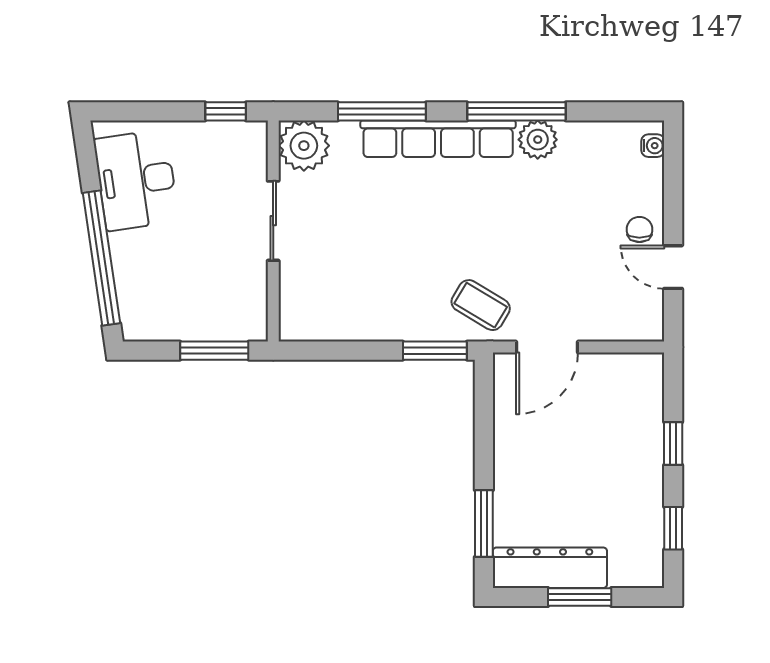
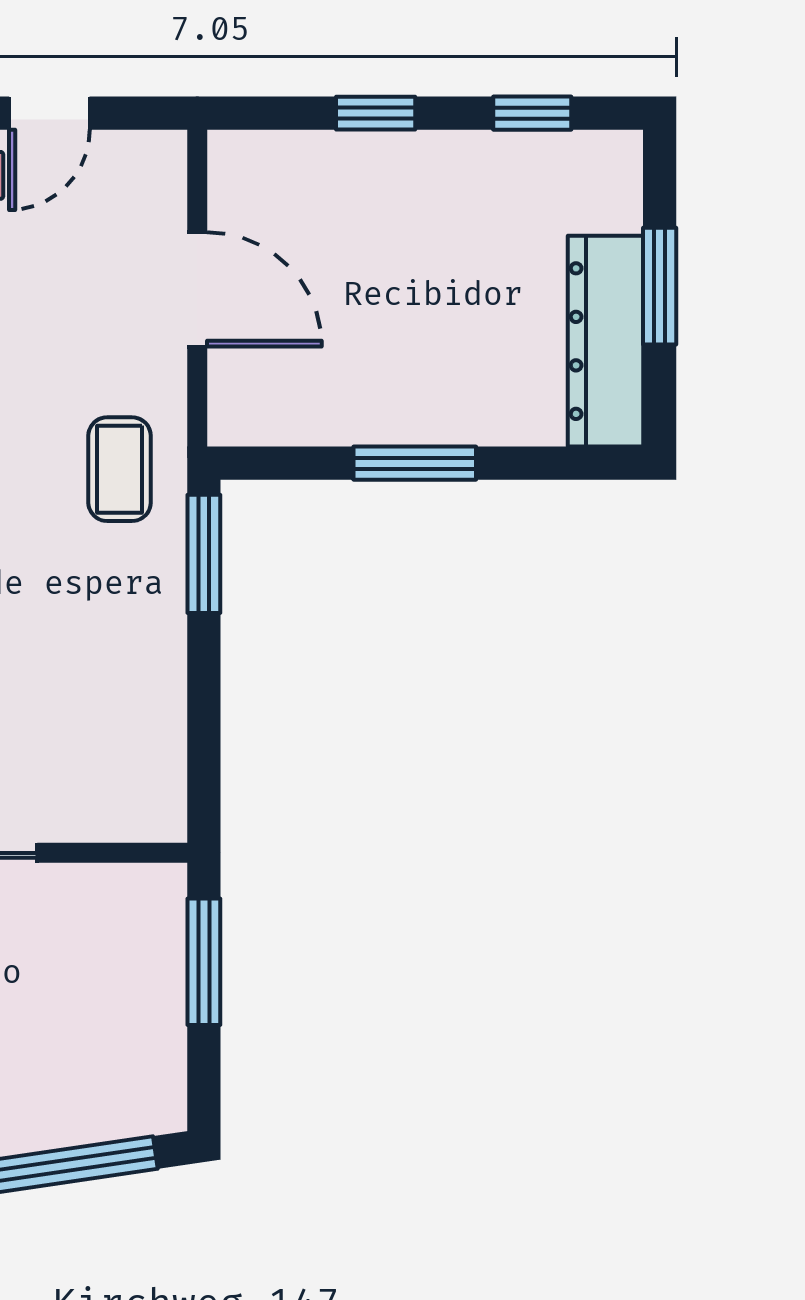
coffee table: (481, 305) -> (120, 469), turned -31
door: (547, 347) -> (197, 289), moved
window: (484, 524) -> (415, 463), moved

